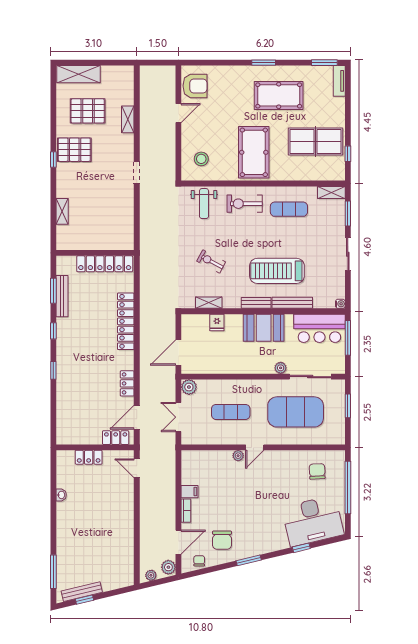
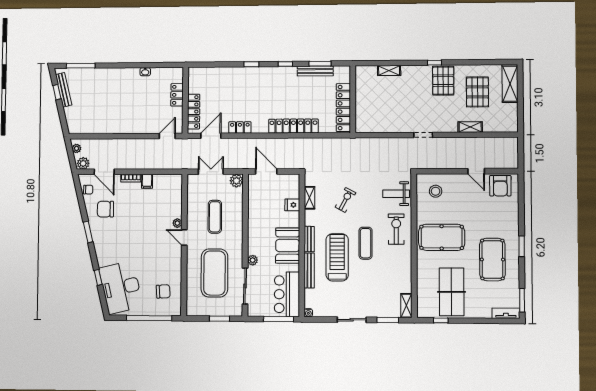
exercise mat: (289, 209) -> (366, 243), moved
door: (137, 417) -> (211, 136), hinge flipped
locker: (116, 438) -> (194, 112), width x1.53

